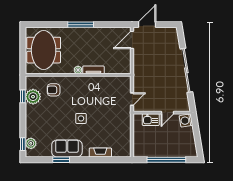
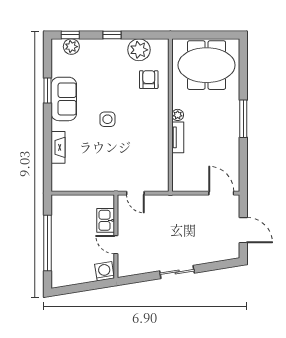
door: (147, 25) -> (243, 230), moved
sliding door: (186, 70) -> (177, 272), width x0.54
window: (23, 96) -> (112, 35), moved

